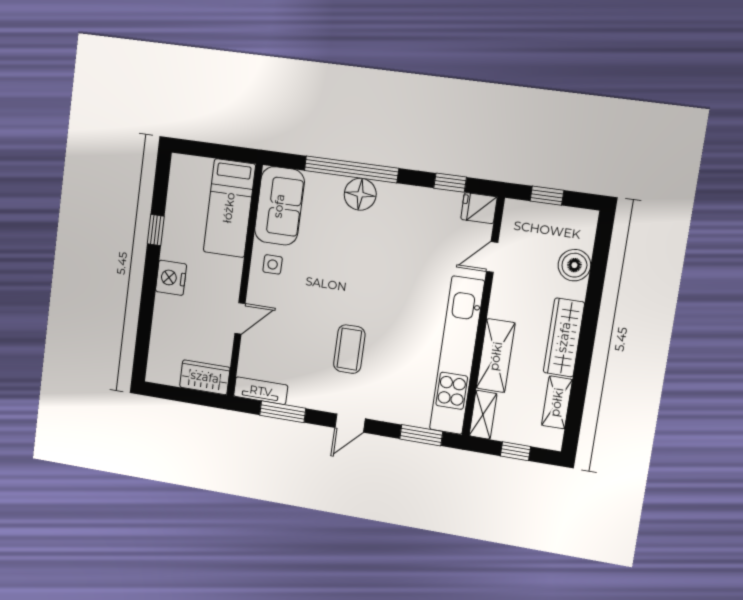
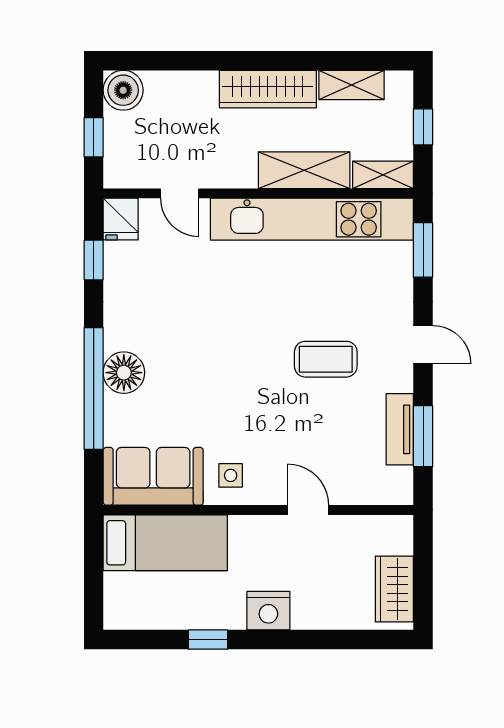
boiler: (574, 265) -> (123, 90), moved
wardrobe: (205, 377) -> (394, 589), moved
tv unit: (261, 391) -> (400, 429), moved

